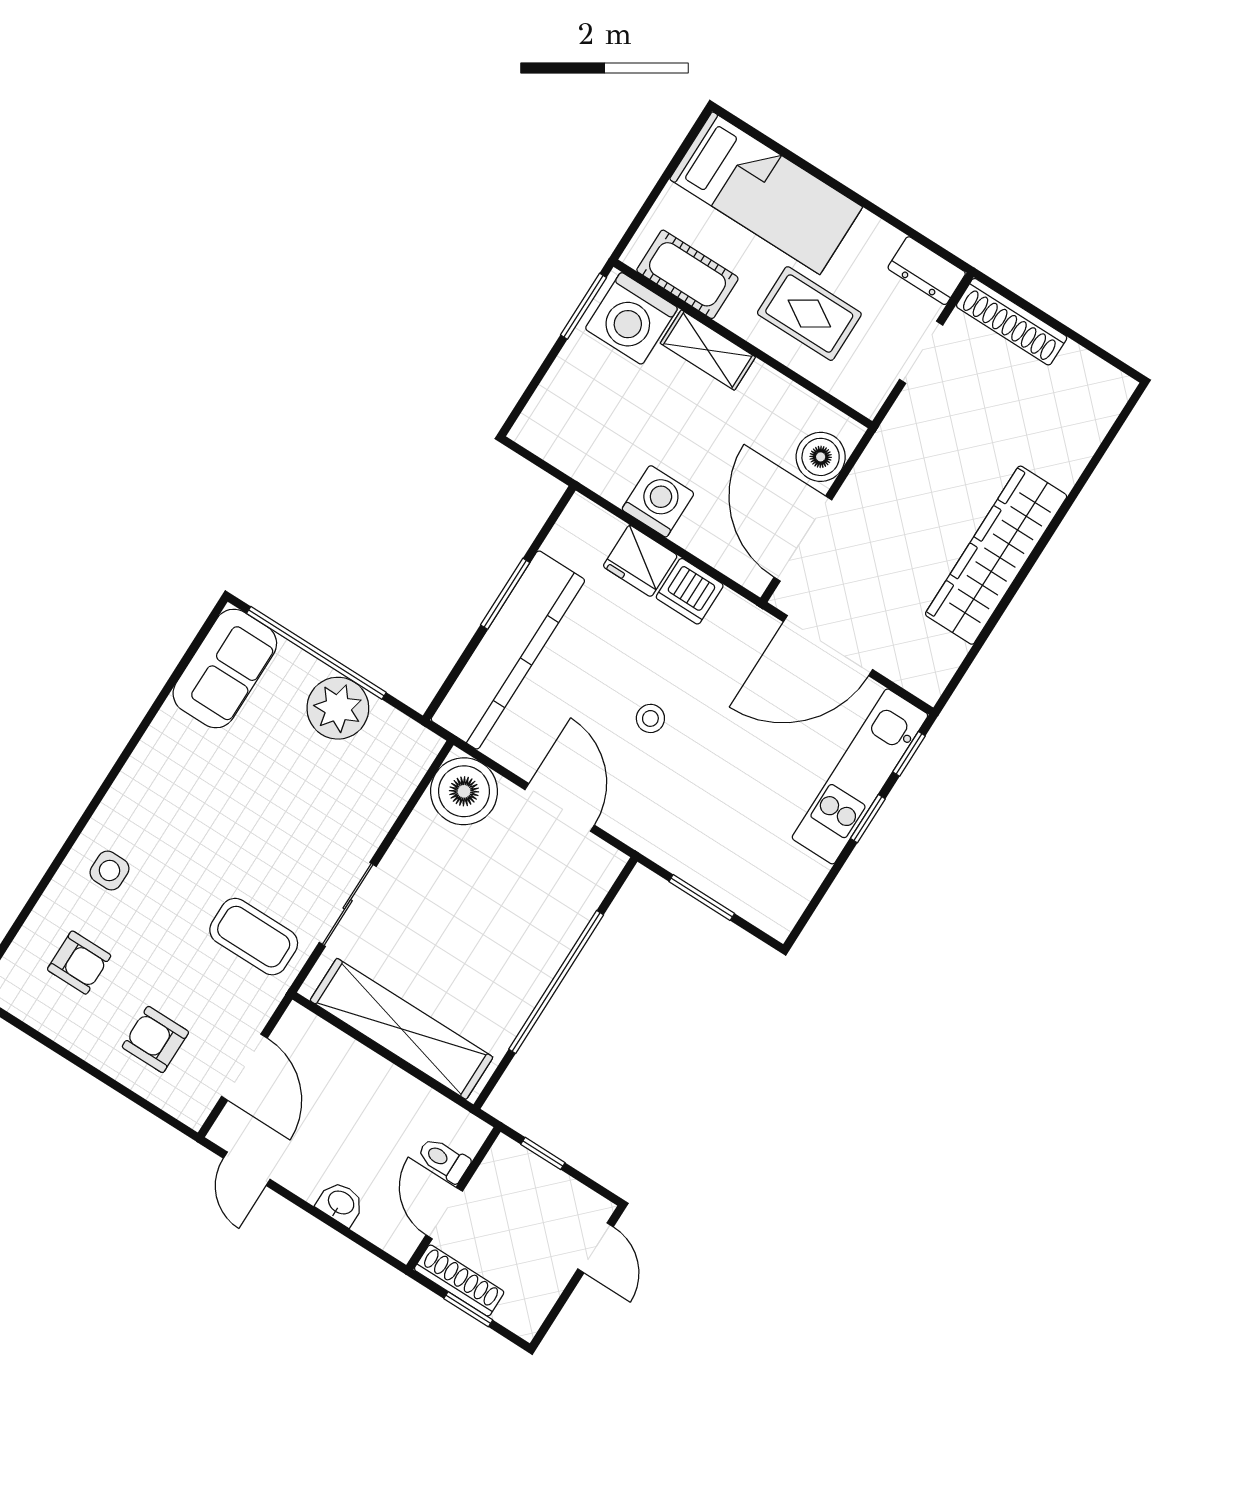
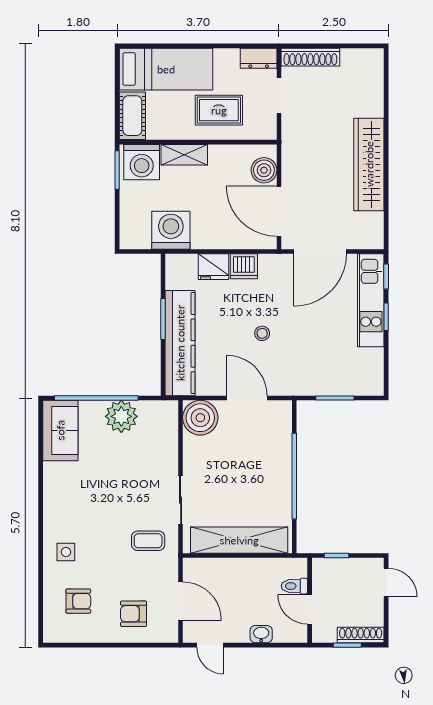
cot: (687, 274) -> (132, 116), moved, turned 90
washing machine: (658, 501) -> (171, 230), moved, width x1.37, depth x1.37
coffee table: (254, 937) -> (148, 541), width x0.73, depth x0.77
shoe rack: (459, 1281) -> (361, 635), moved

